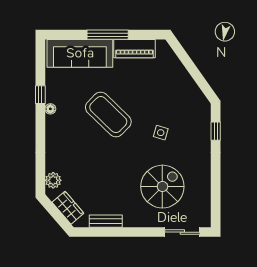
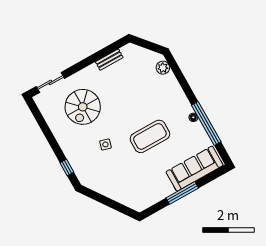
piano: (135, 49) -> (158, 194), removed
window: (40, 95) -> (206, 124), width x3.17
coffee table: (108, 115) -> (150, 136), turned -44
wardrobe: (68, 208) -> (141, 54), removed

